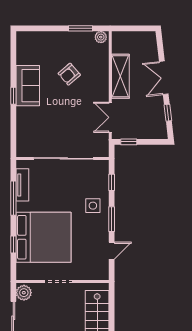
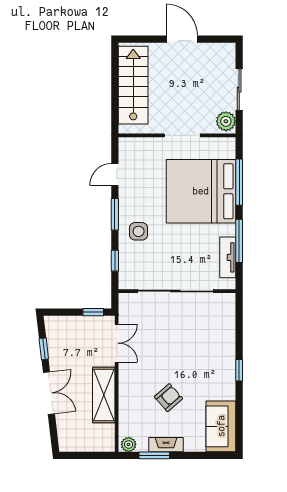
fireplace: (71, 37) -> (166, 445), added
sofa: (28, 86) -> (221, 426), moved
window: (13, 244) -> (239, 182), width x2.17

